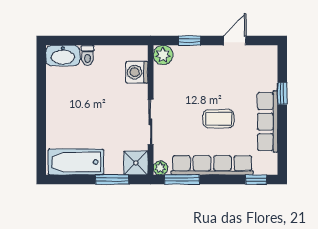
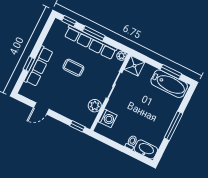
window: (189, 41) -> (77, 126), moved
plant: (163, 55) -> (95, 106), moved
window: (41, 107) -> (173, 126), added
row of seats: (268, 122) -> (38, 66), moved
window: (112, 180) -> (171, 72), moved
window: (182, 180) -> (94, 33), moved

